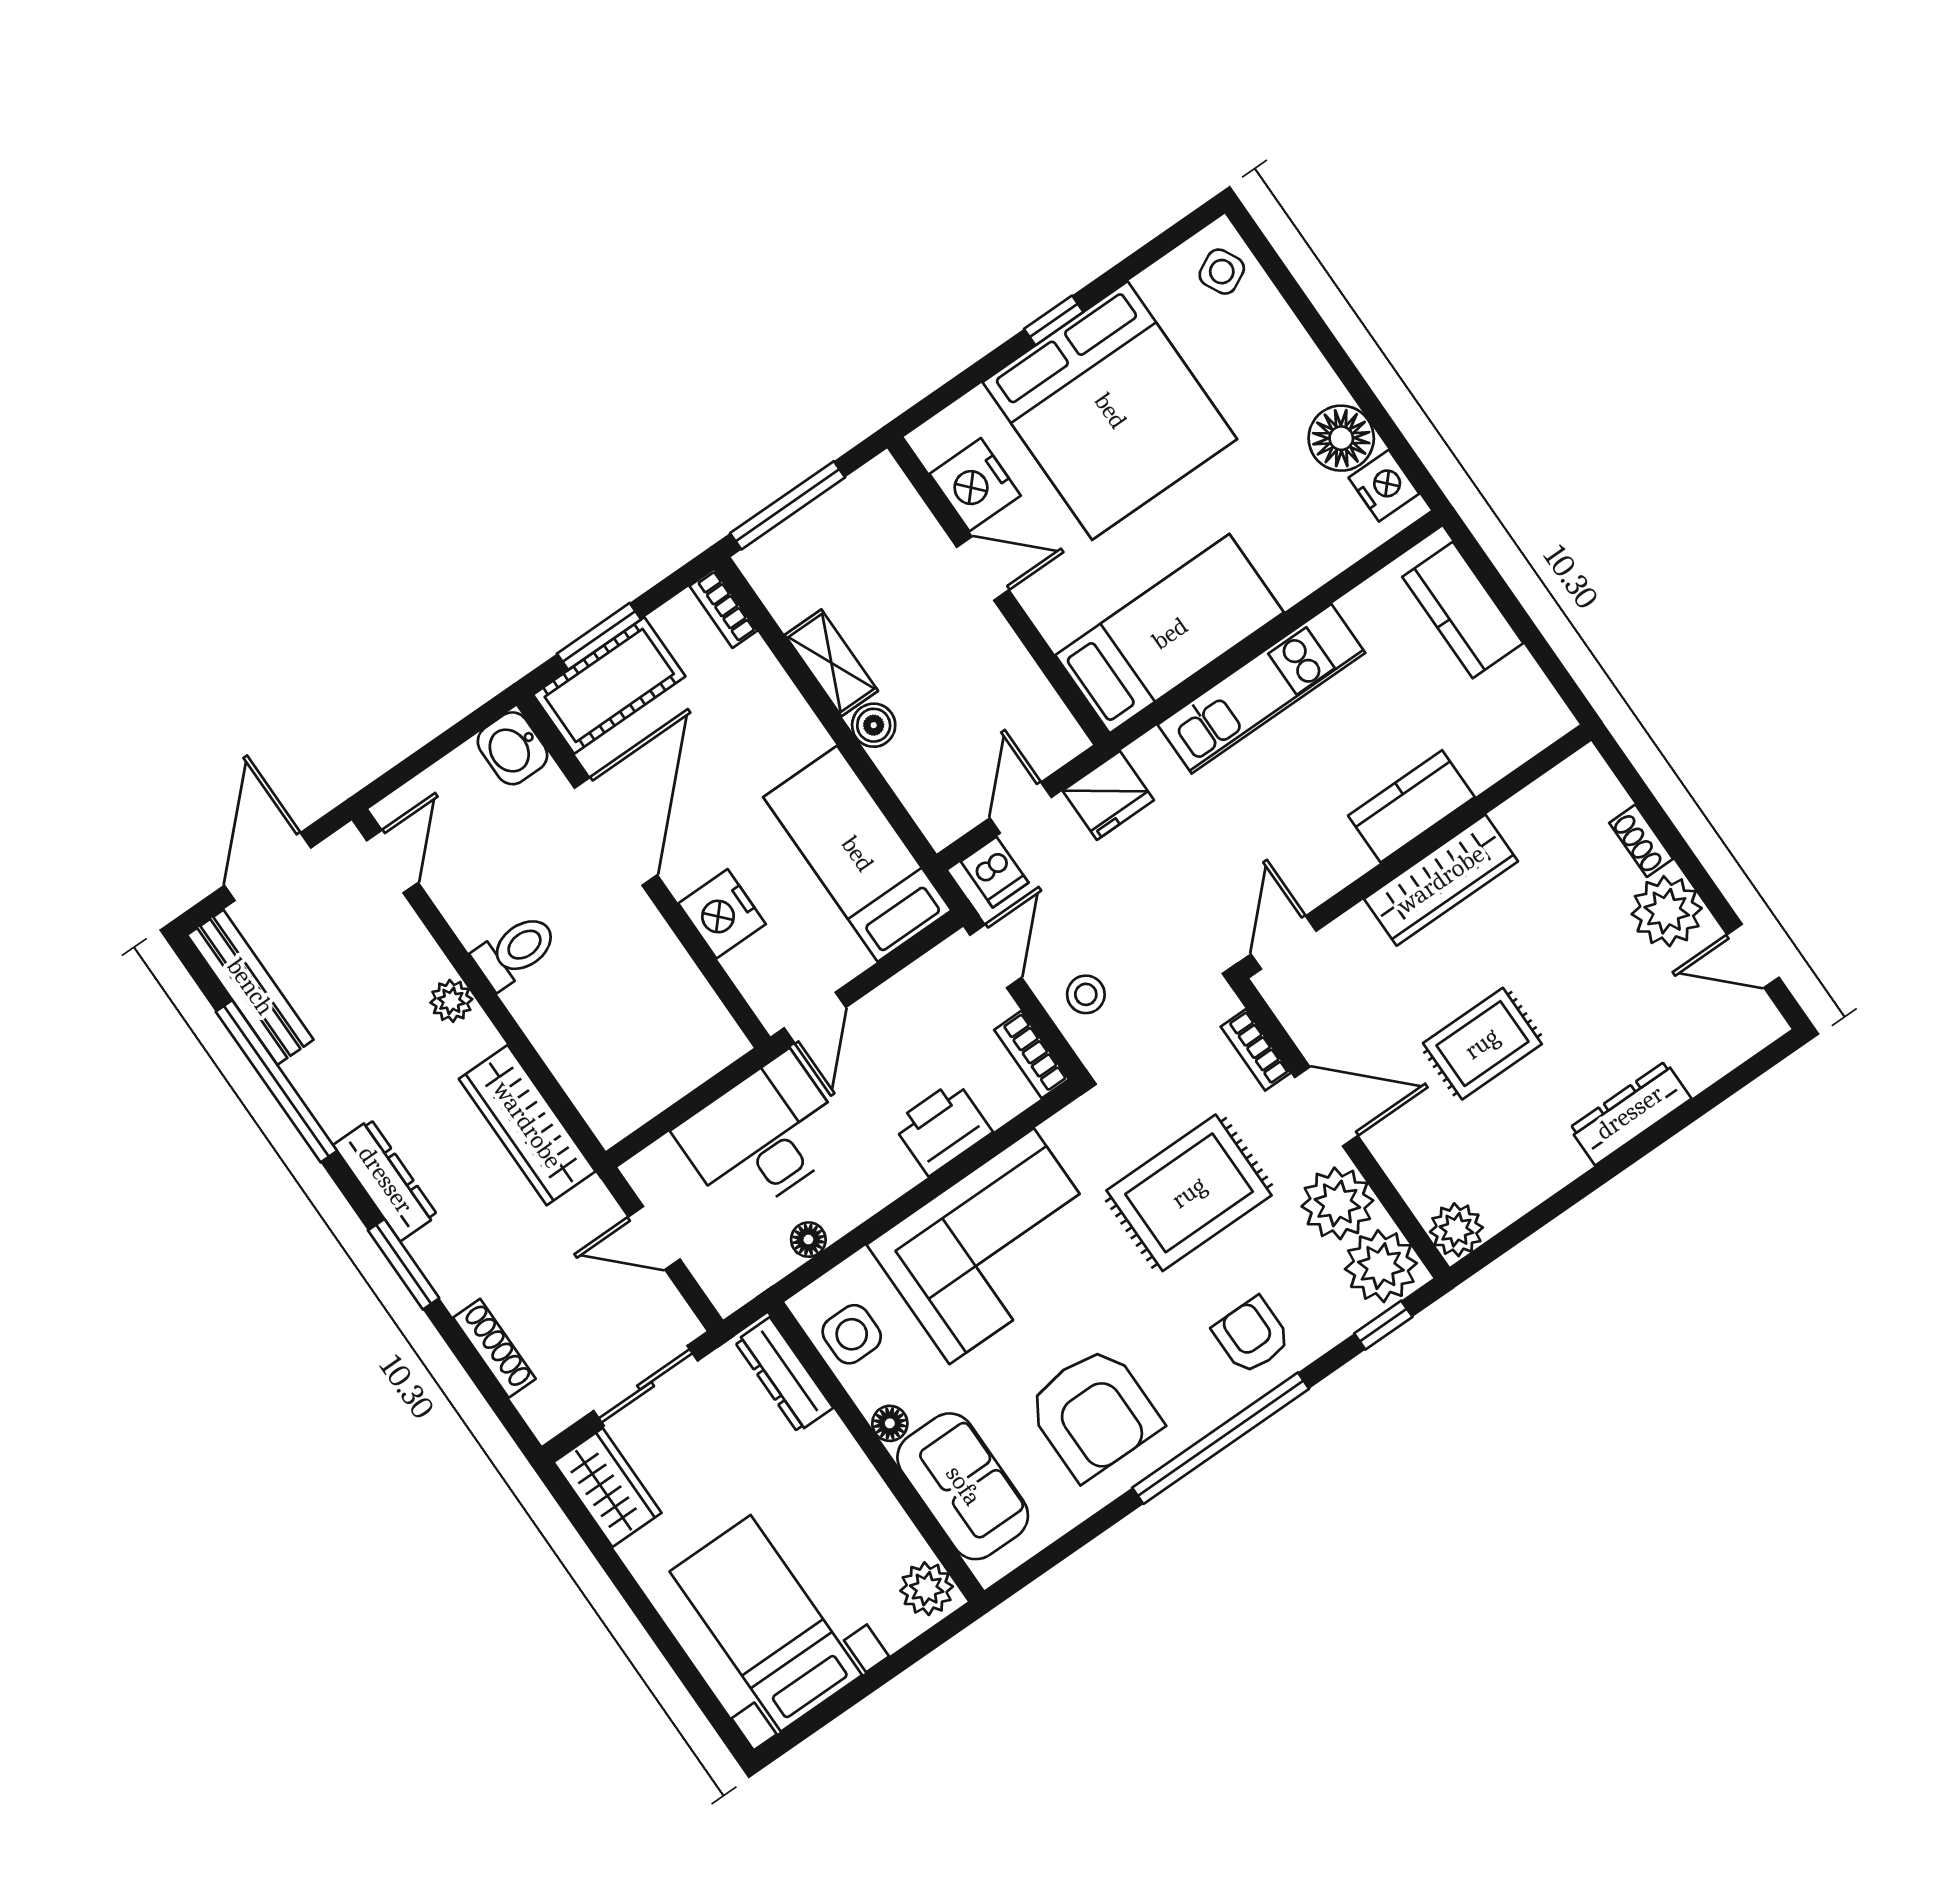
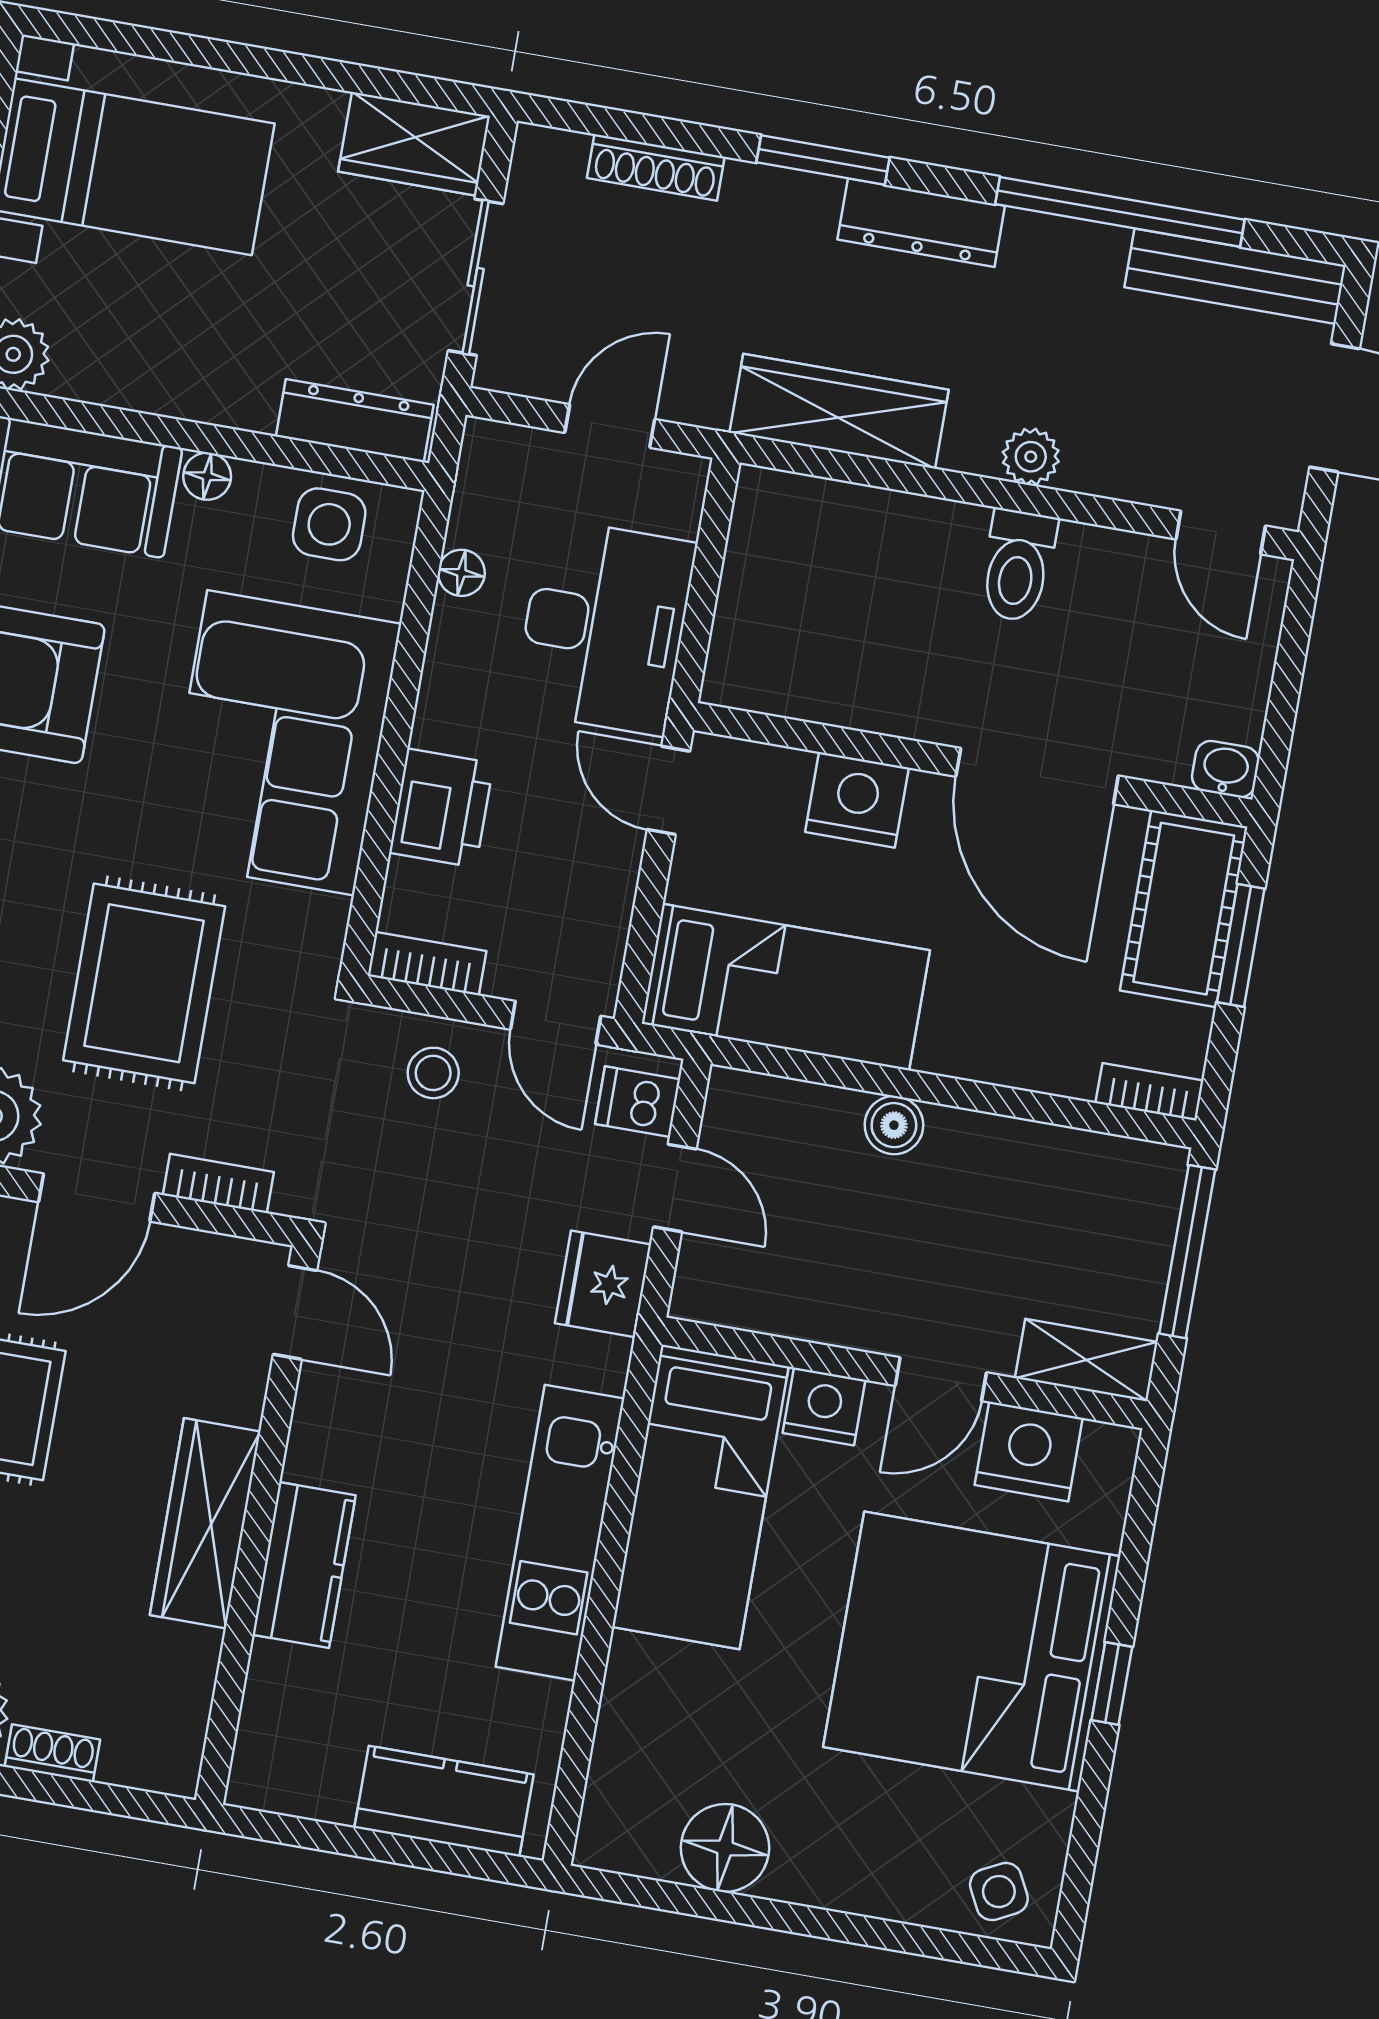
nightstand: (1384, 486) -> (824, 1406), moved, turned 180
shelving: (831, 663) -> (1086, 1360), moved
washbasin: (512, 748) -> (1225, 769), width x0.72, depth x0.69

